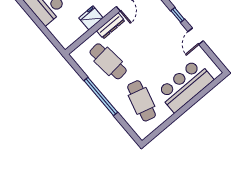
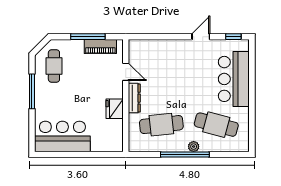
window: (178, 15) -> (233, 37), moved
door: (196, 36) -> (201, 37), swing flipped
plant: (112, 98) -> (194, 147), added

